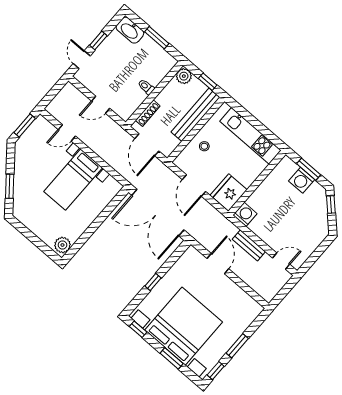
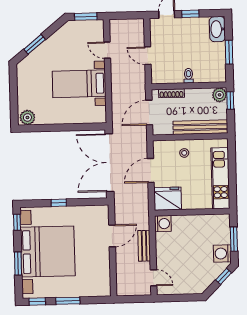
window: (208, 82) -> (230, 100), moved
washing machine: (302, 180) -> (222, 253), moved

